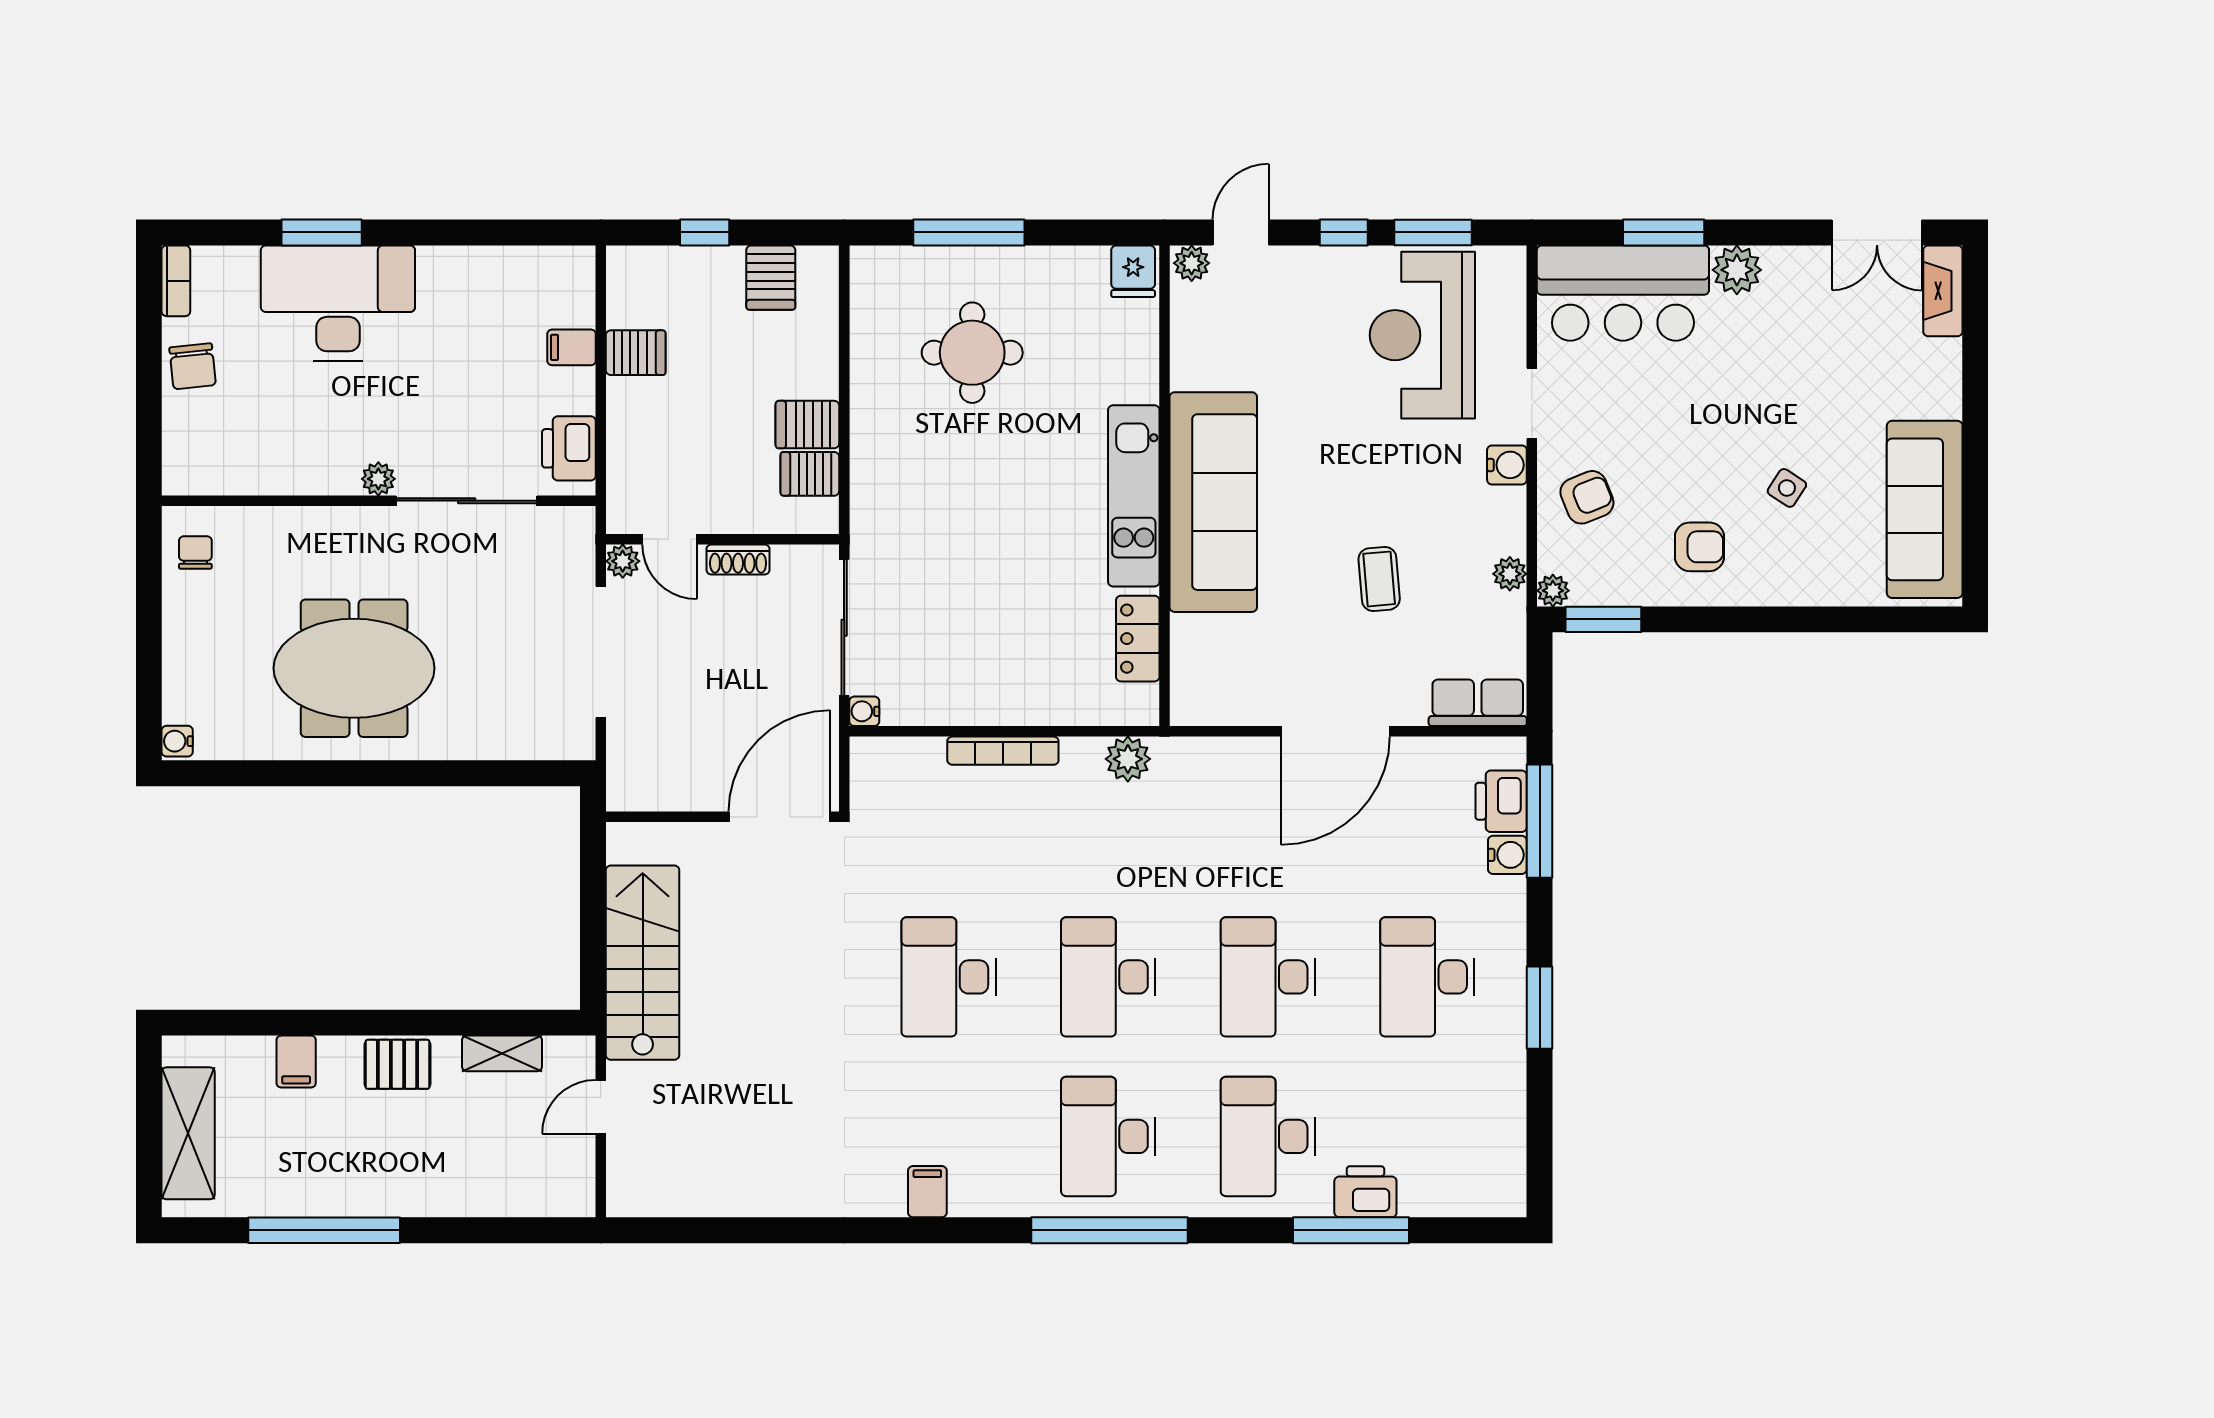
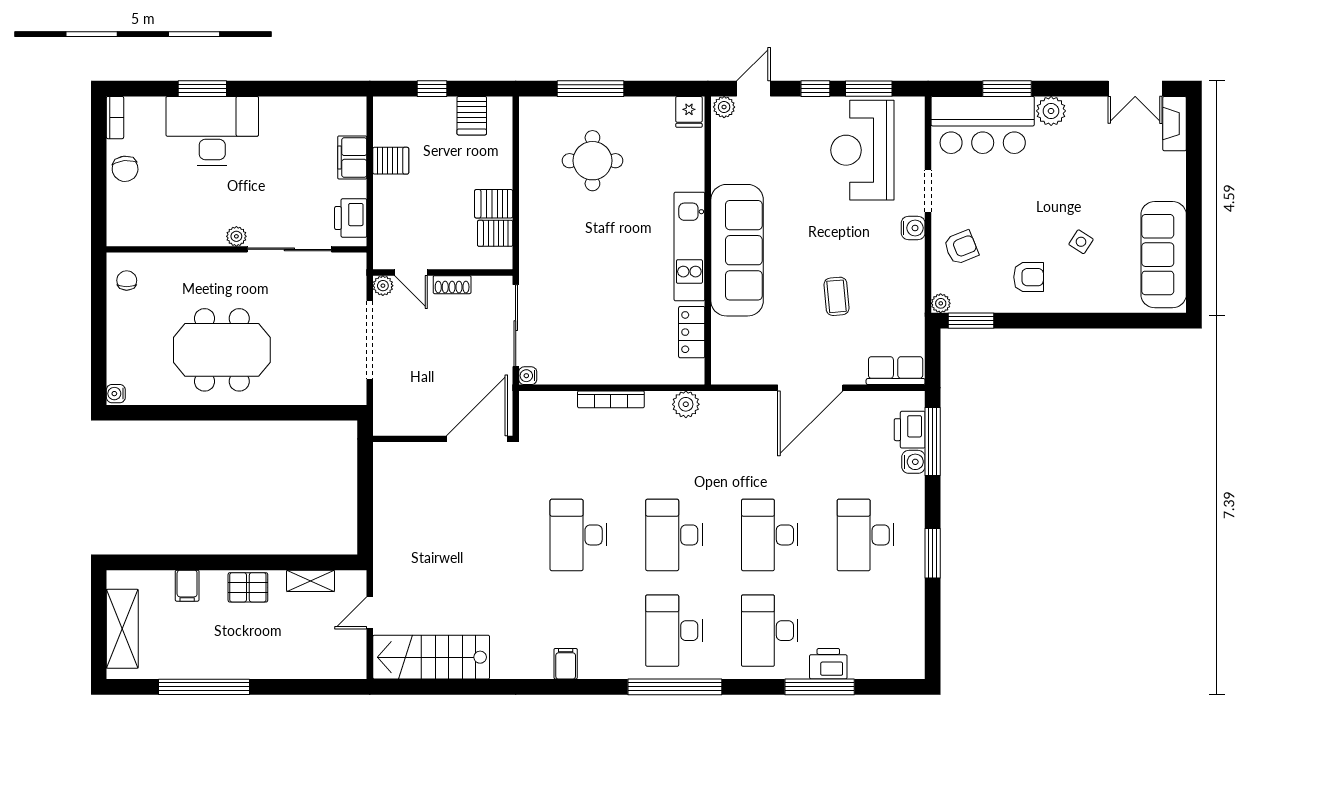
filing cabinet: (571, 347) -> (352, 157), width x2.00
plant: (1510, 574) -> (915, 293), removed
stairs: (643, 963) -> (431, 657), moved, turned -90

